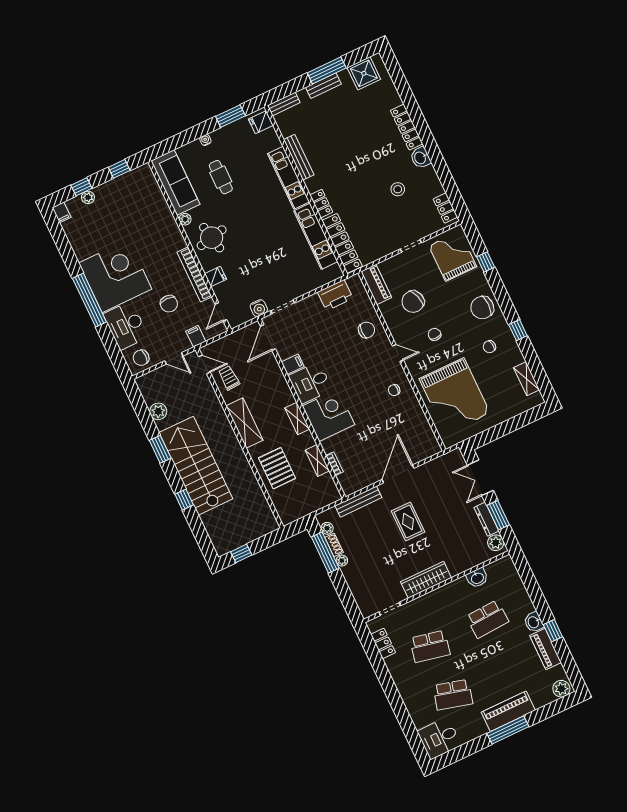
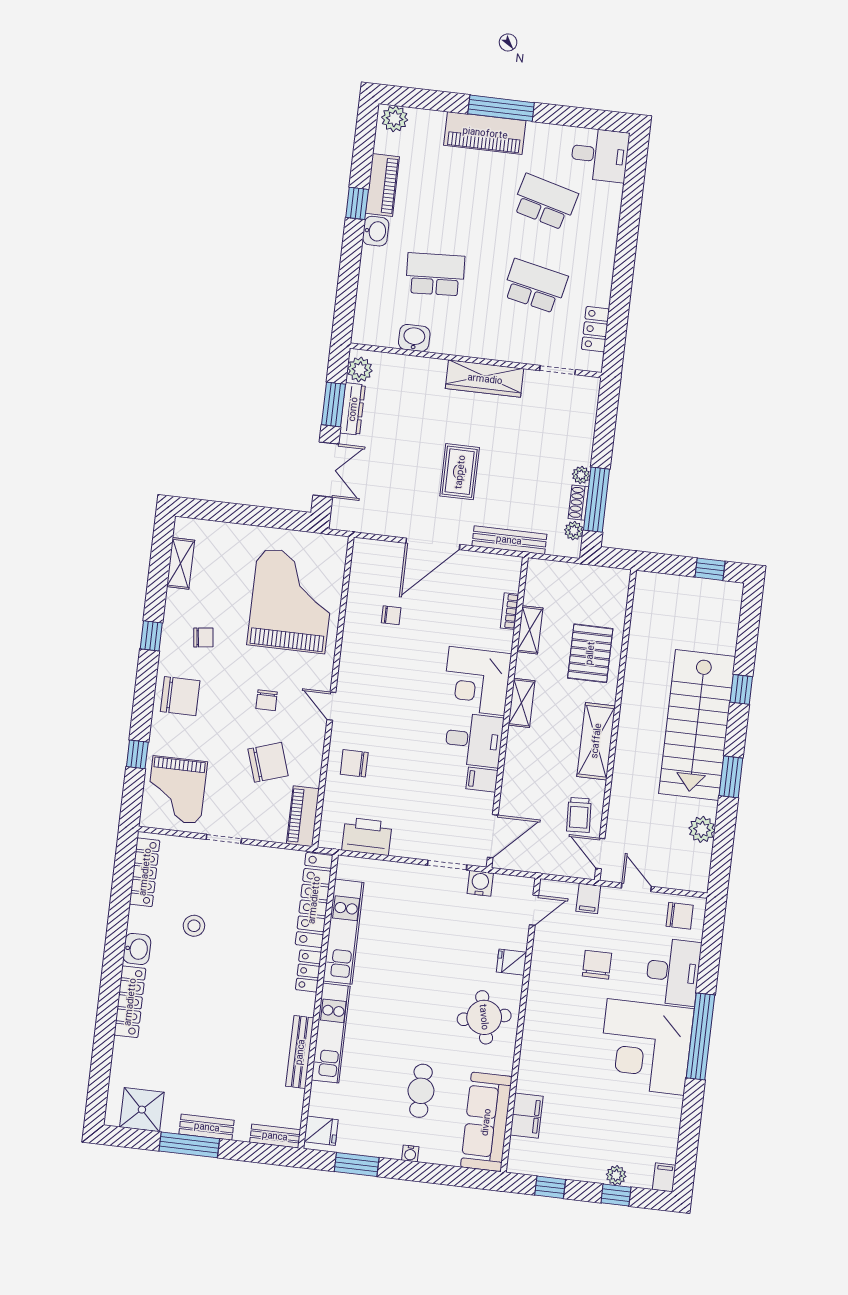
filing cabinet: (156, 199) -> (527, 1116), added
locker: (445, 208) -> (145, 872), width x1.53
plant: (185, 219) -> (504, 1064), removed
bookcase: (195, 274) -> (538, 982), removed
chair: (394, 390) -> (391, 615), moved

